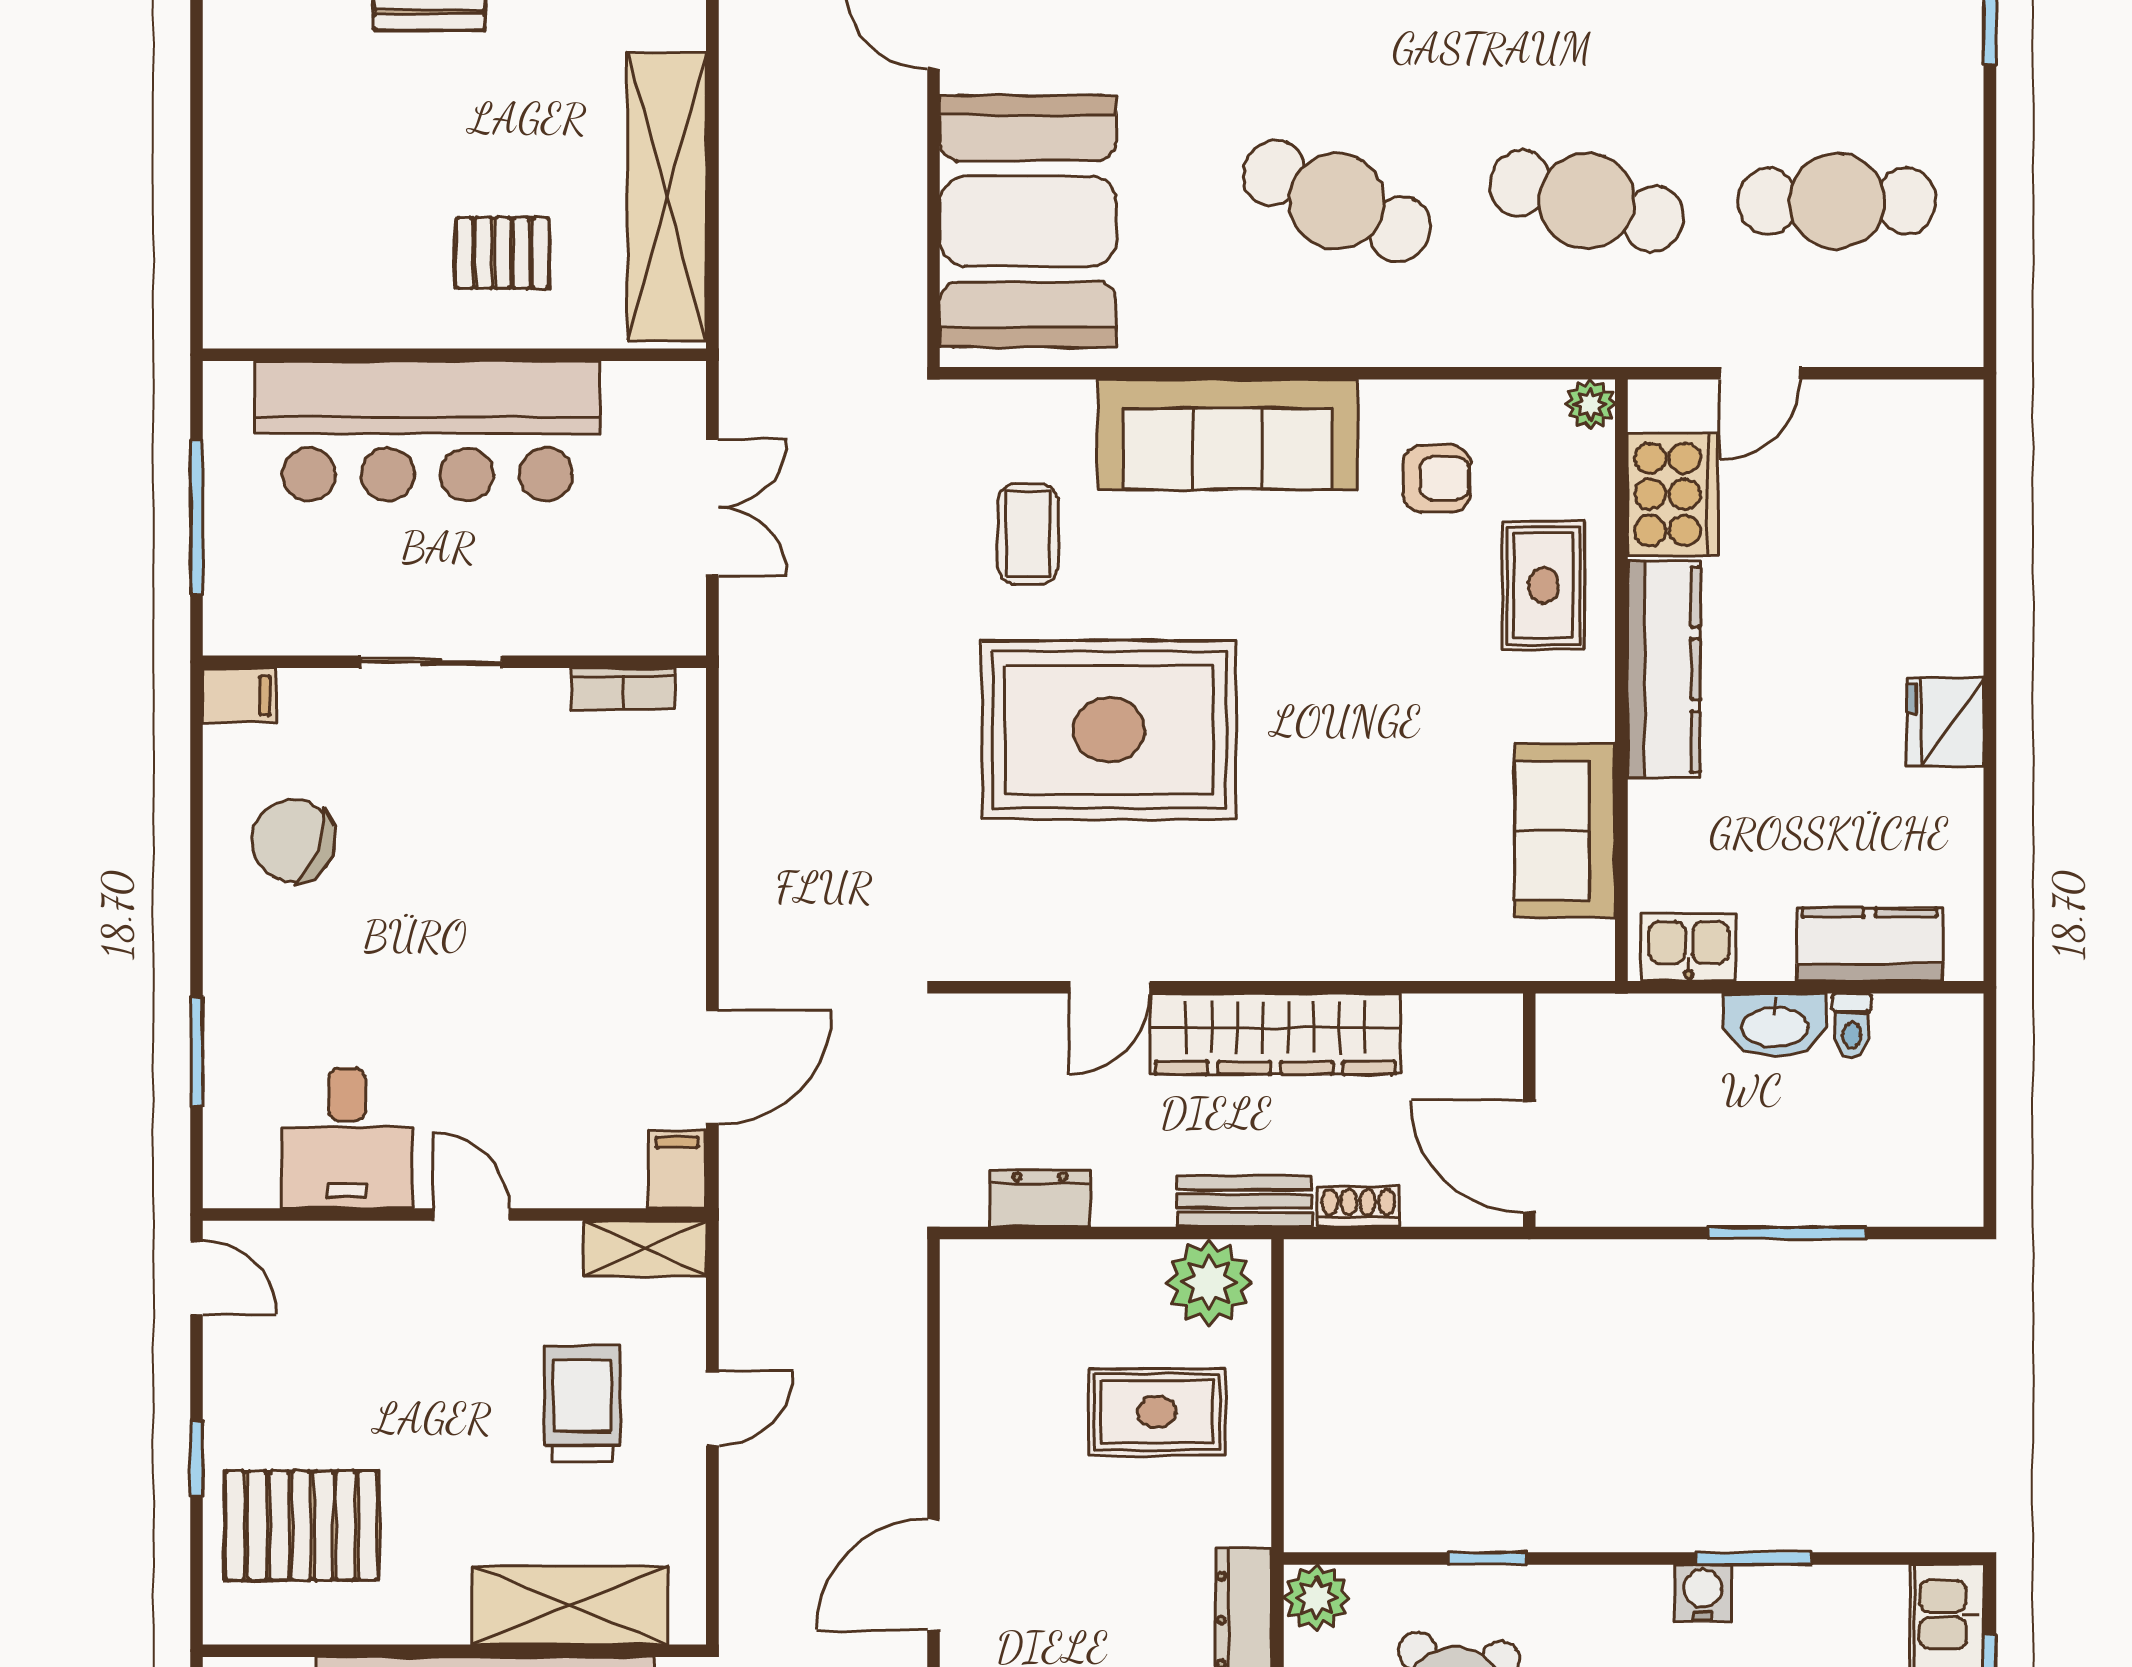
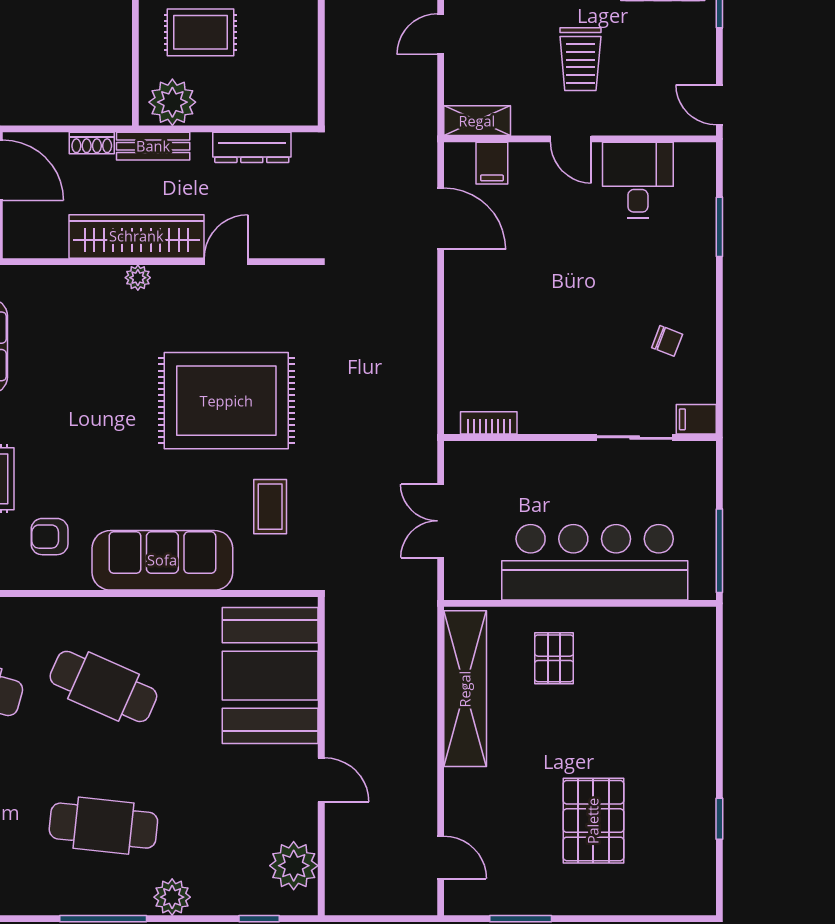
pallet: (502, 253) -> (554, 658), turned 90
window: (196, 517) -> (719, 551), moved
sliding door: (431, 662) -> (635, 438), moved
chair: (293, 841) -> (667, 341), width x0.54, depth x0.54
plant: (1273, 958) -> (138, 278), added
door: (712, 1067) -> (441, 219), swing flipped
filing cabinet: (677, 1170) -> (492, 163), moved
dresser: (1040, 1199) -> (252, 147), width x1.44
trolley: (582, 1404) -> (580, 59), moved

